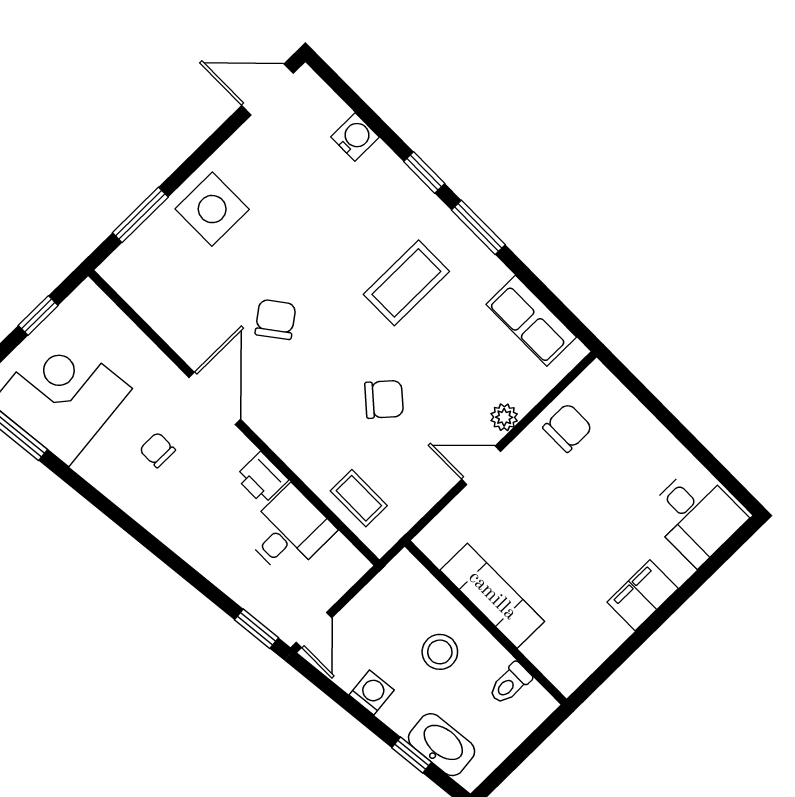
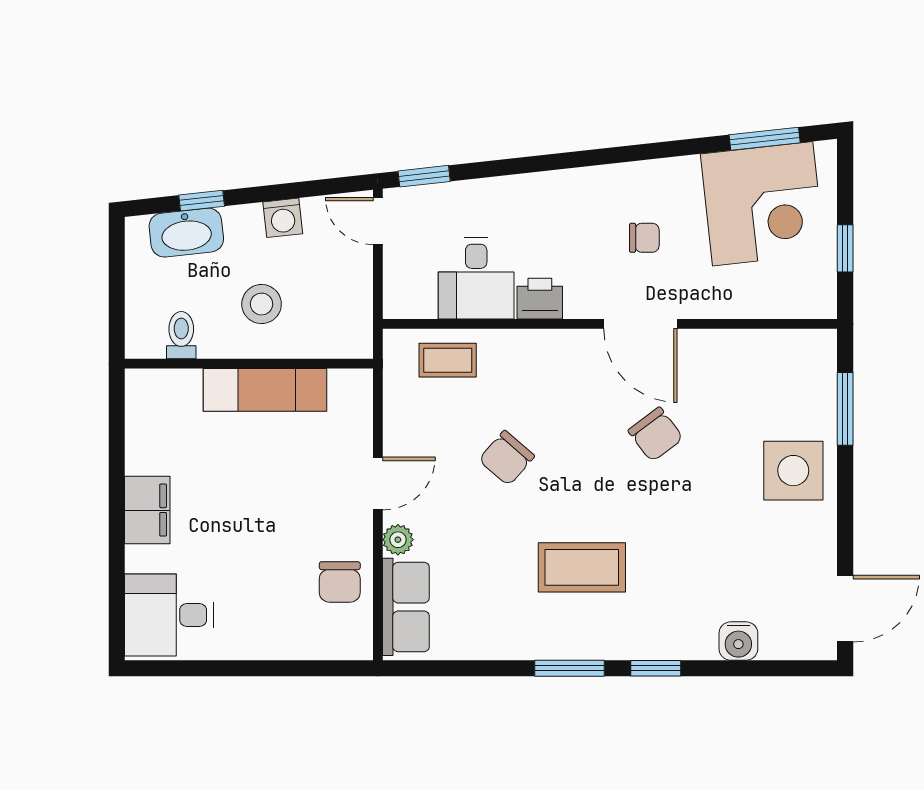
coffee table: (406, 283) -> (582, 567), turned 90
row of seats: (531, 321) -> (406, 607), moved, turned 90

